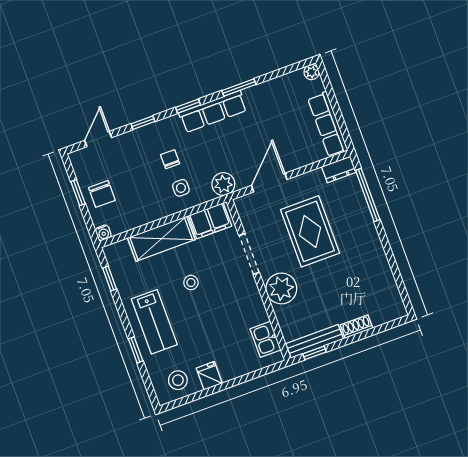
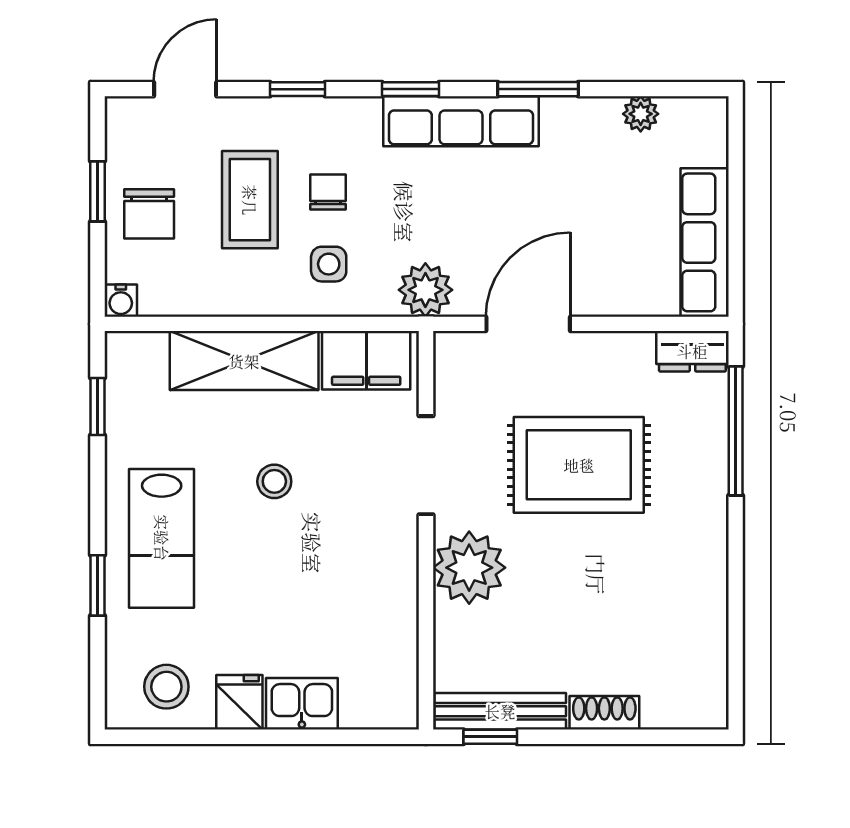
plant: (312, 72) -> (641, 114), moved
coffee table: (140, 174) -> (250, 200), added
rug: (310, 231) -> (579, 465), turned 90
kitchen sink: (265, 339) -> (302, 704), moved, turned 90

